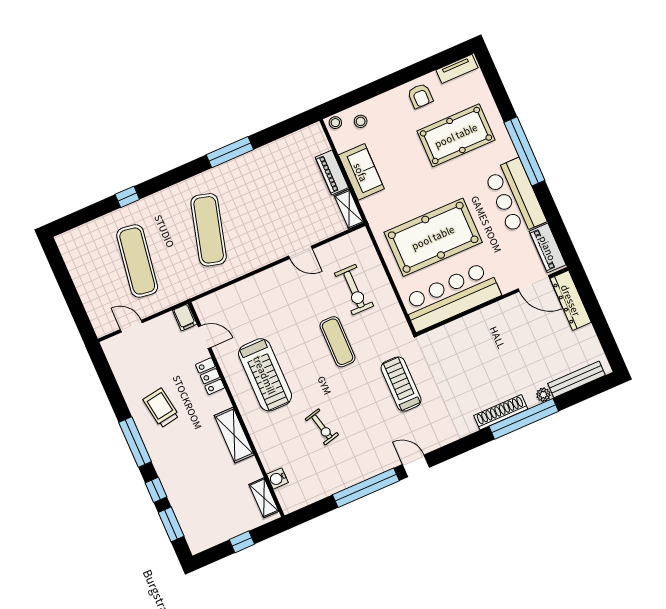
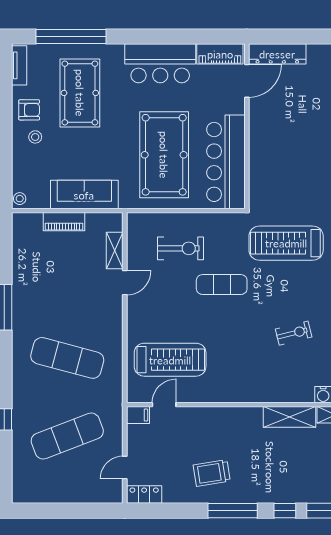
stool: (361, 121) -> (35, 137), moved
window: (524, 151) -> (71, 36), moved
sofa: (361, 172) -> (84, 195), width x1.36
shelving: (349, 209) -> (115, 250), moved, turned 90
exercise mat: (137, 261) -> (67, 436), turned -30
treadmill: (265, 375) -> (170, 360), moved
locker: (210, 376) -> (144, 495), moved, turned 180
treadmill: (401, 384) -> (286, 243), width x1.37, depth x1.38
shelving: (234, 435) -> (290, 417), moved

